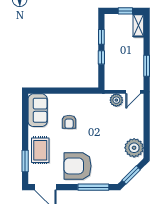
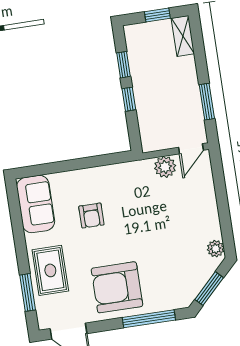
plant: (134, 148) -> (216, 249), width x0.53, depth x0.53

